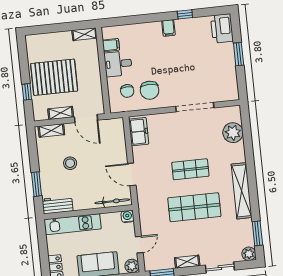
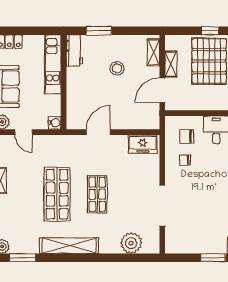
chair: (150, 90) -> (185, 160), width x0.54, depth x0.54
window: (27, 92) -> (210, 31), moved
bicycle: (112, 201) -> (72, 108), removed

